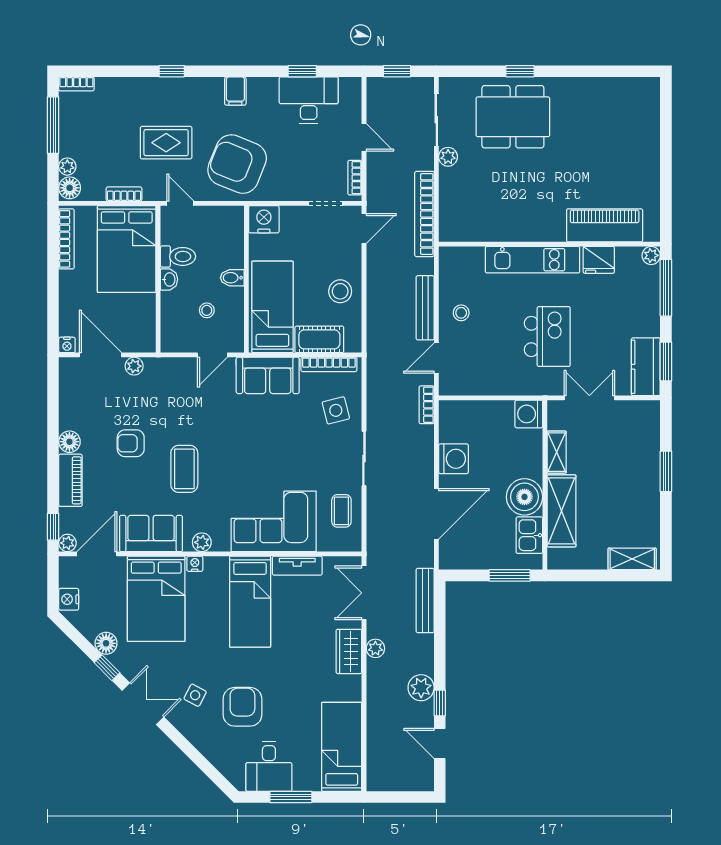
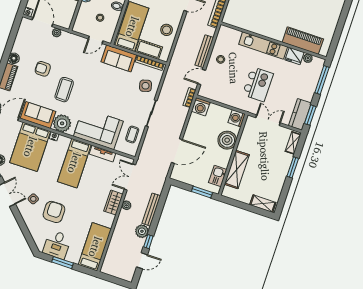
plant: (651, 255) -> (308, 58), moved
shelving: (557, 452) -> (293, 143), moved
washing machine: (453, 459) -> (201, 107), moved, turned 90
boiler: (524, 497) -> (227, 140), moved
plant: (202, 542) -> (62, 123), width x1.88, depth x1.88
bench: (425, 601) -> (151, 210), moved
door: (440, 744) -> (142, 261), swing flipped

